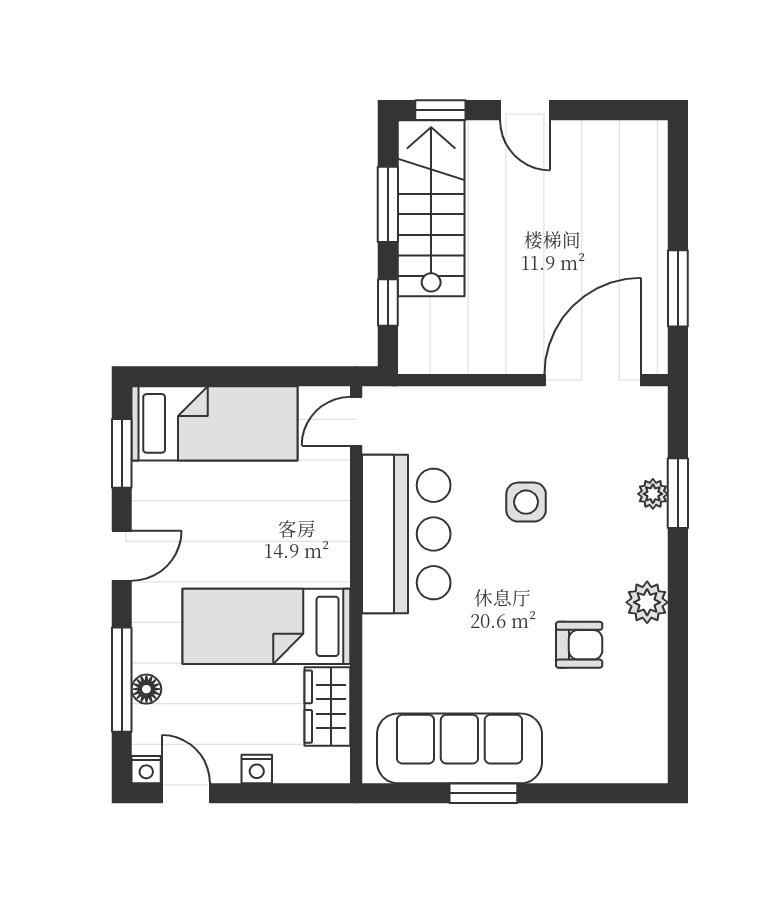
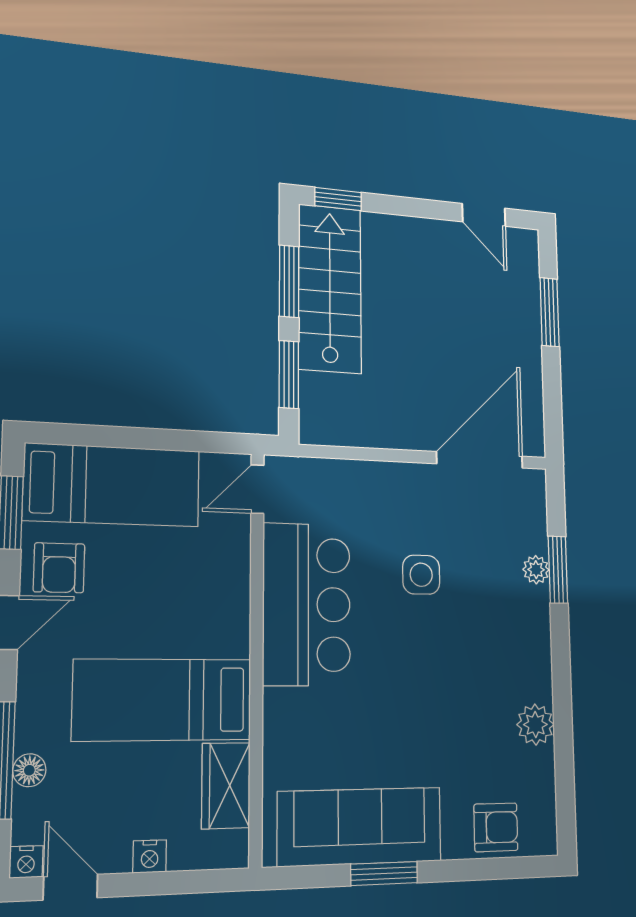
door: (525, 110) -> (484, 215), moved
window: (678, 288) -> (550, 312), moved
window: (388, 303) -> (289, 374), width x1.50
armchair: (167, 504) -> (59, 568), added
plant: (647, 602) -> (535, 725), moved
armchair: (579, 645) -> (496, 827), moved

